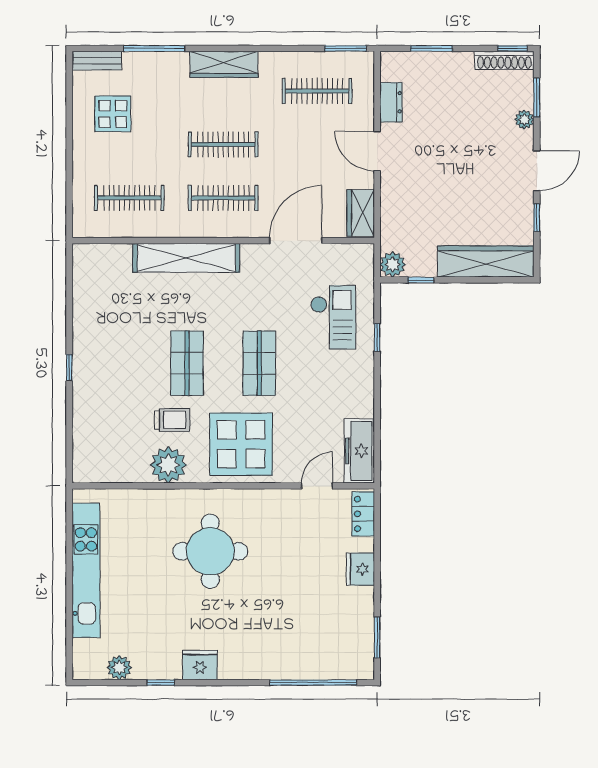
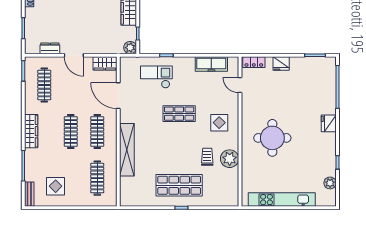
door: (377, 151) -> (74, 55), hinge flipped
shop shelf: (187, 363) -> (179, 185), moved, width x1.43, depth x1.36
display table: (241, 444) -> (219, 123), width x0.54, depth x0.54
freezer: (359, 451) -> (211, 64), moved
fridge: (200, 665) -> (329, 123), moved

